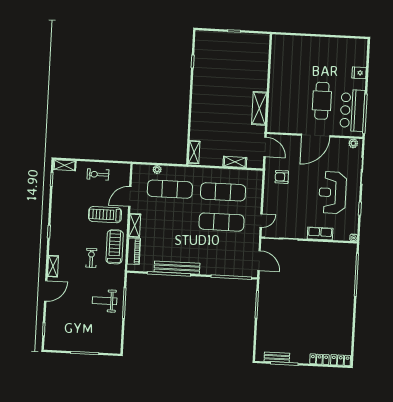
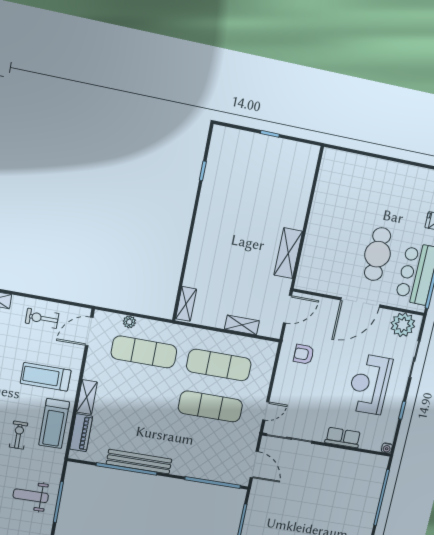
plant: (353, 143) -> (403, 325), width x1.87, depth x1.87
door: (265, 147) -> (287, 309), hinge flipped
door: (130, 197) -> (89, 332), moved
treadmill: (115, 247) -> (54, 424), turned 180

